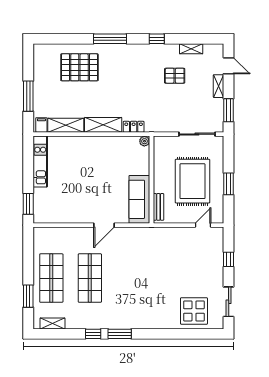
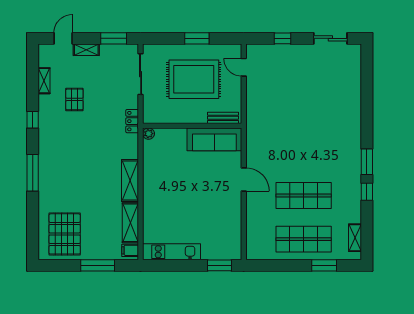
pallet: (79, 67) -> (65, 234), moved
locker: (134, 127) -> (132, 121), moved
display table: (194, 311) -> (341, 78), removed

